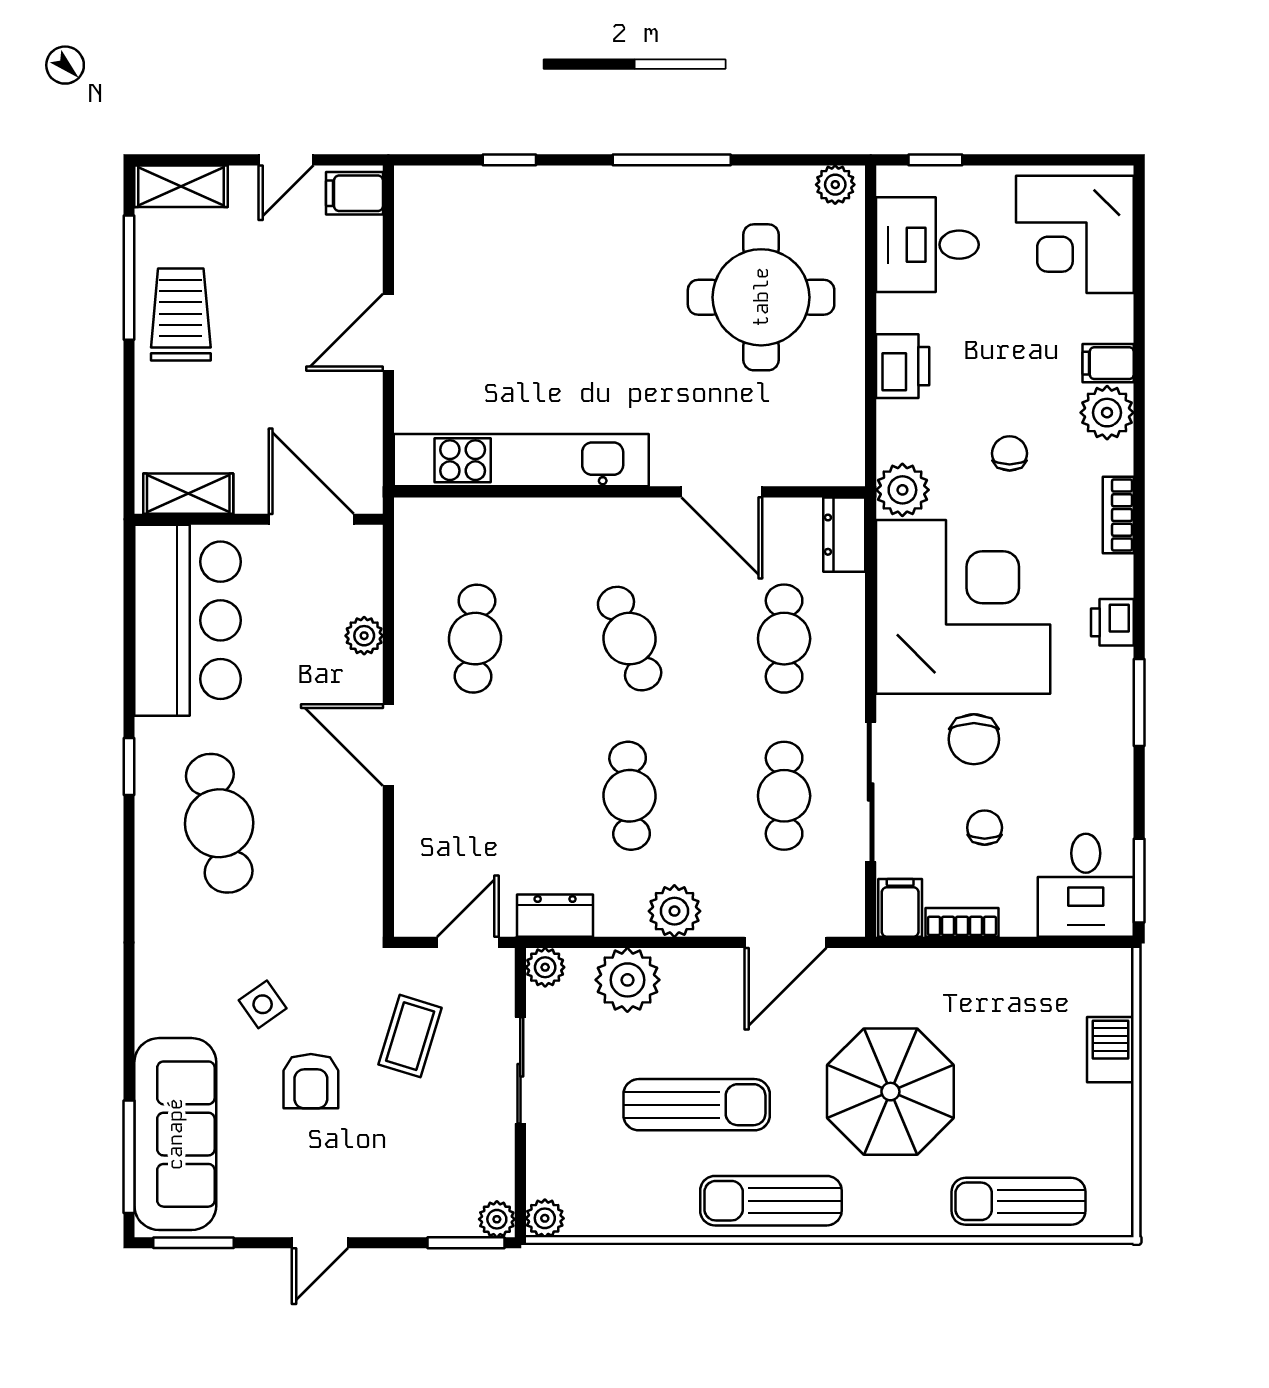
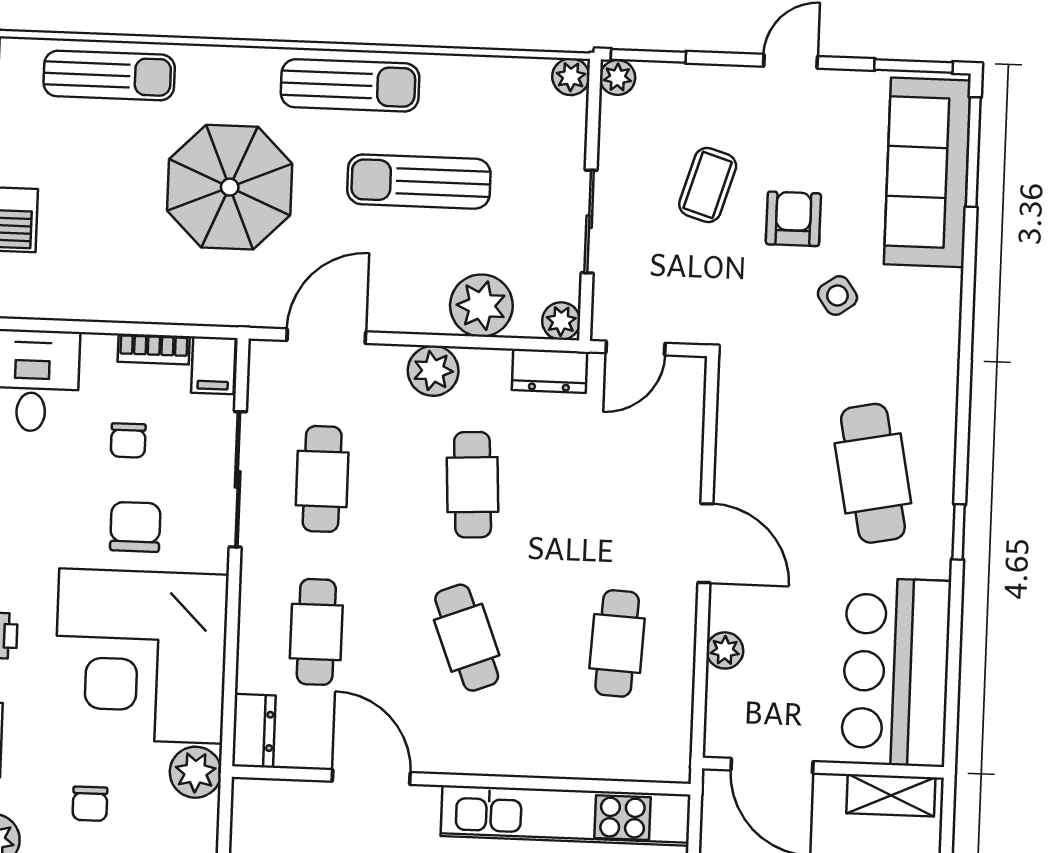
coffee table: (410, 1036) -> (708, 185), moved

